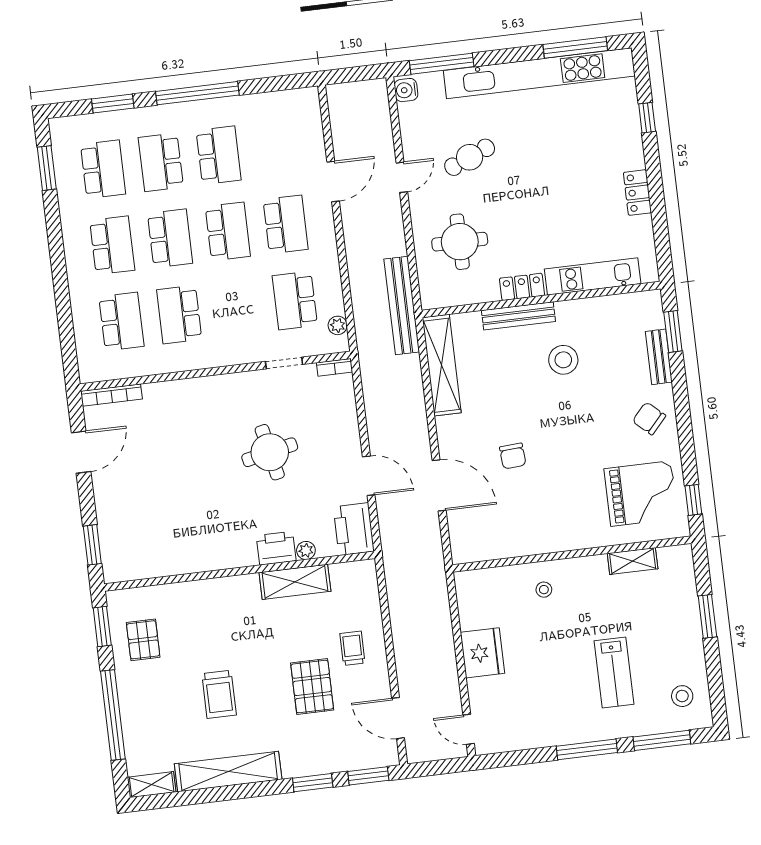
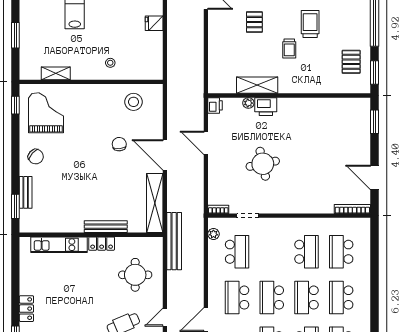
locker: (637, 193) -> (26, 309), moved
stool: (563, 360) -> (134, 102), moved
door: (81, 452) -> (374, 177), hinge flipped
door: (439, 485) -> (165, 155), moved
grand piano: (641, 494) -> (46, 113), turned 90
printer: (354, 529) -> (215, 105), width x0.53, depth x0.68
trolley: (352, 648) -> (289, 48), moved
fridge: (482, 653) -> (154, 23), width x0.53, depth x0.75
pallet: (312, 686) -> (254, 22), width x0.67, depth x0.71

